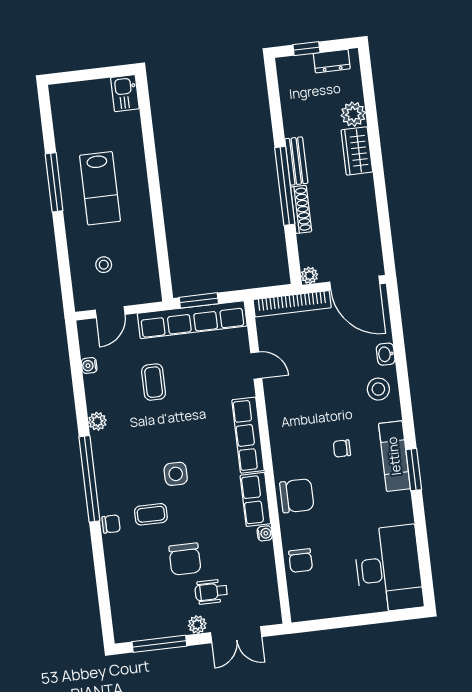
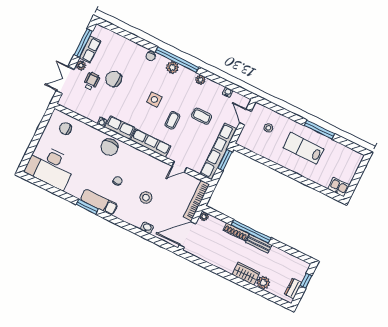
stool: (378, 389) -> (146, 198), moved
plant: (107, 478) -> (172, 67), added
coffee table: (151, 514) -> (172, 120), moved
chair: (301, 561) -> (65, 129), moved
row of seats: (163, 627) -> (90, 50), added

